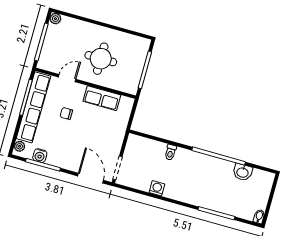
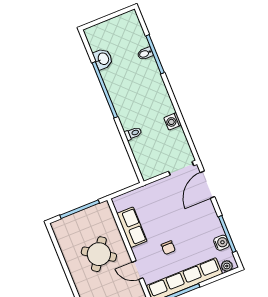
round table: (101, 59) -> (99, 254), turned 34
bidet: (259, 216) -> (145, 54), moved

